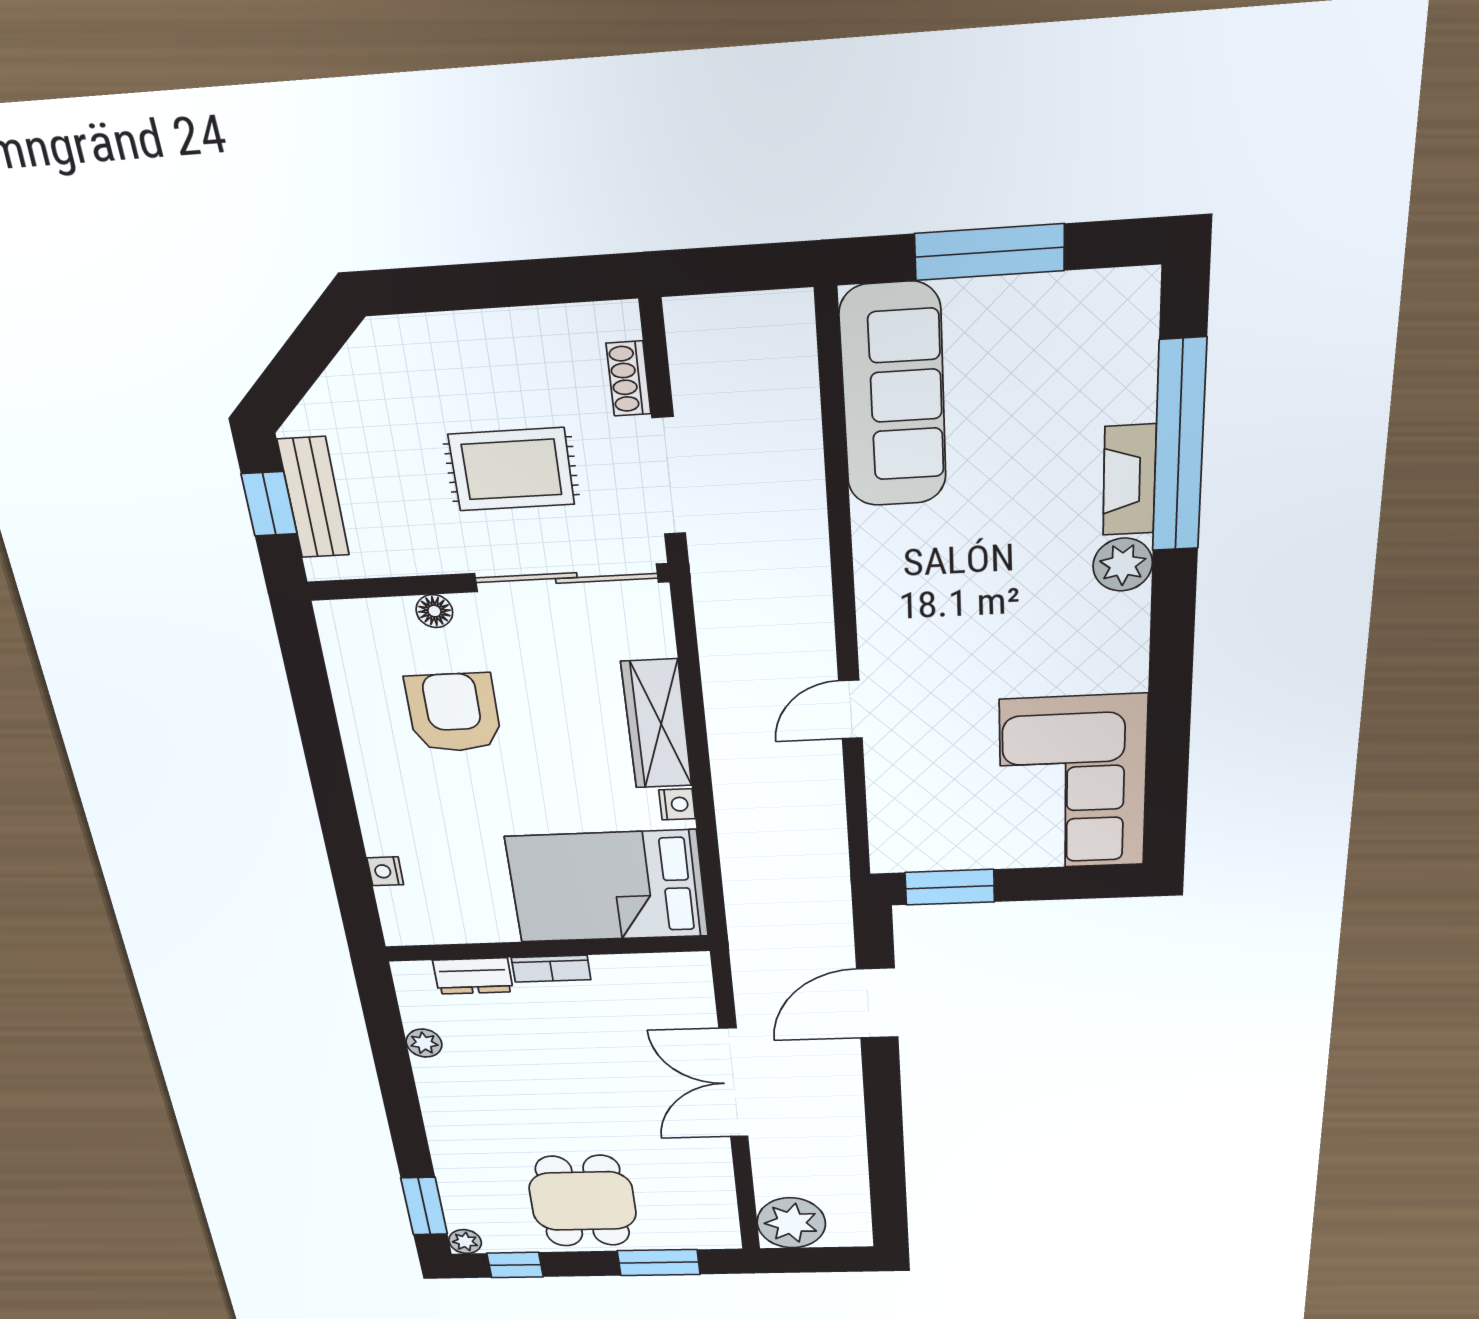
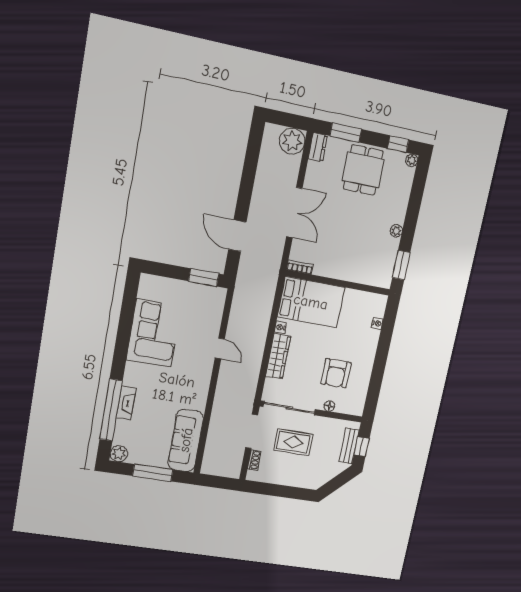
plant: (1123, 565) -> (119, 454), moved
door: (850, 709) -> (220, 349), hinge flipped
corner sofa: (1073, 783) -> (154, 333), moved
bookcase: (551, 969) -> (300, 267), moved
dresser: (473, 976) -> (318, 147), moved, turned 90
door: (877, 1003) -> (237, 236), swing flipped
plant: (424, 1043) -> (396, 231), moved
window: (424, 1206) -> (401, 265), moved

